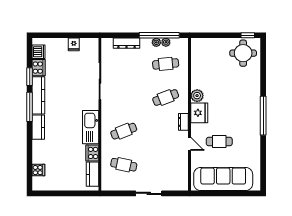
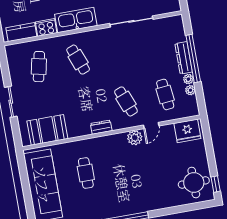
window: (159, 35) -> (193, 59), moved
dresser: (127, 43) -> (184, 58), moved
fridge: (199, 113) -> (187, 131), moved
door: (189, 144) -> (151, 126), moved
booth: (178, 167) -> (47, 130), added

